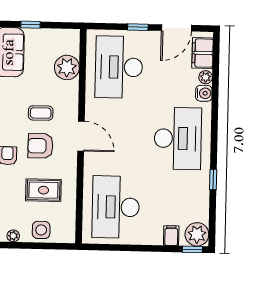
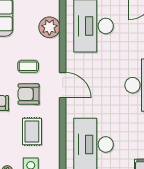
rug: (43, 190) -> (32, 132), turned 90

